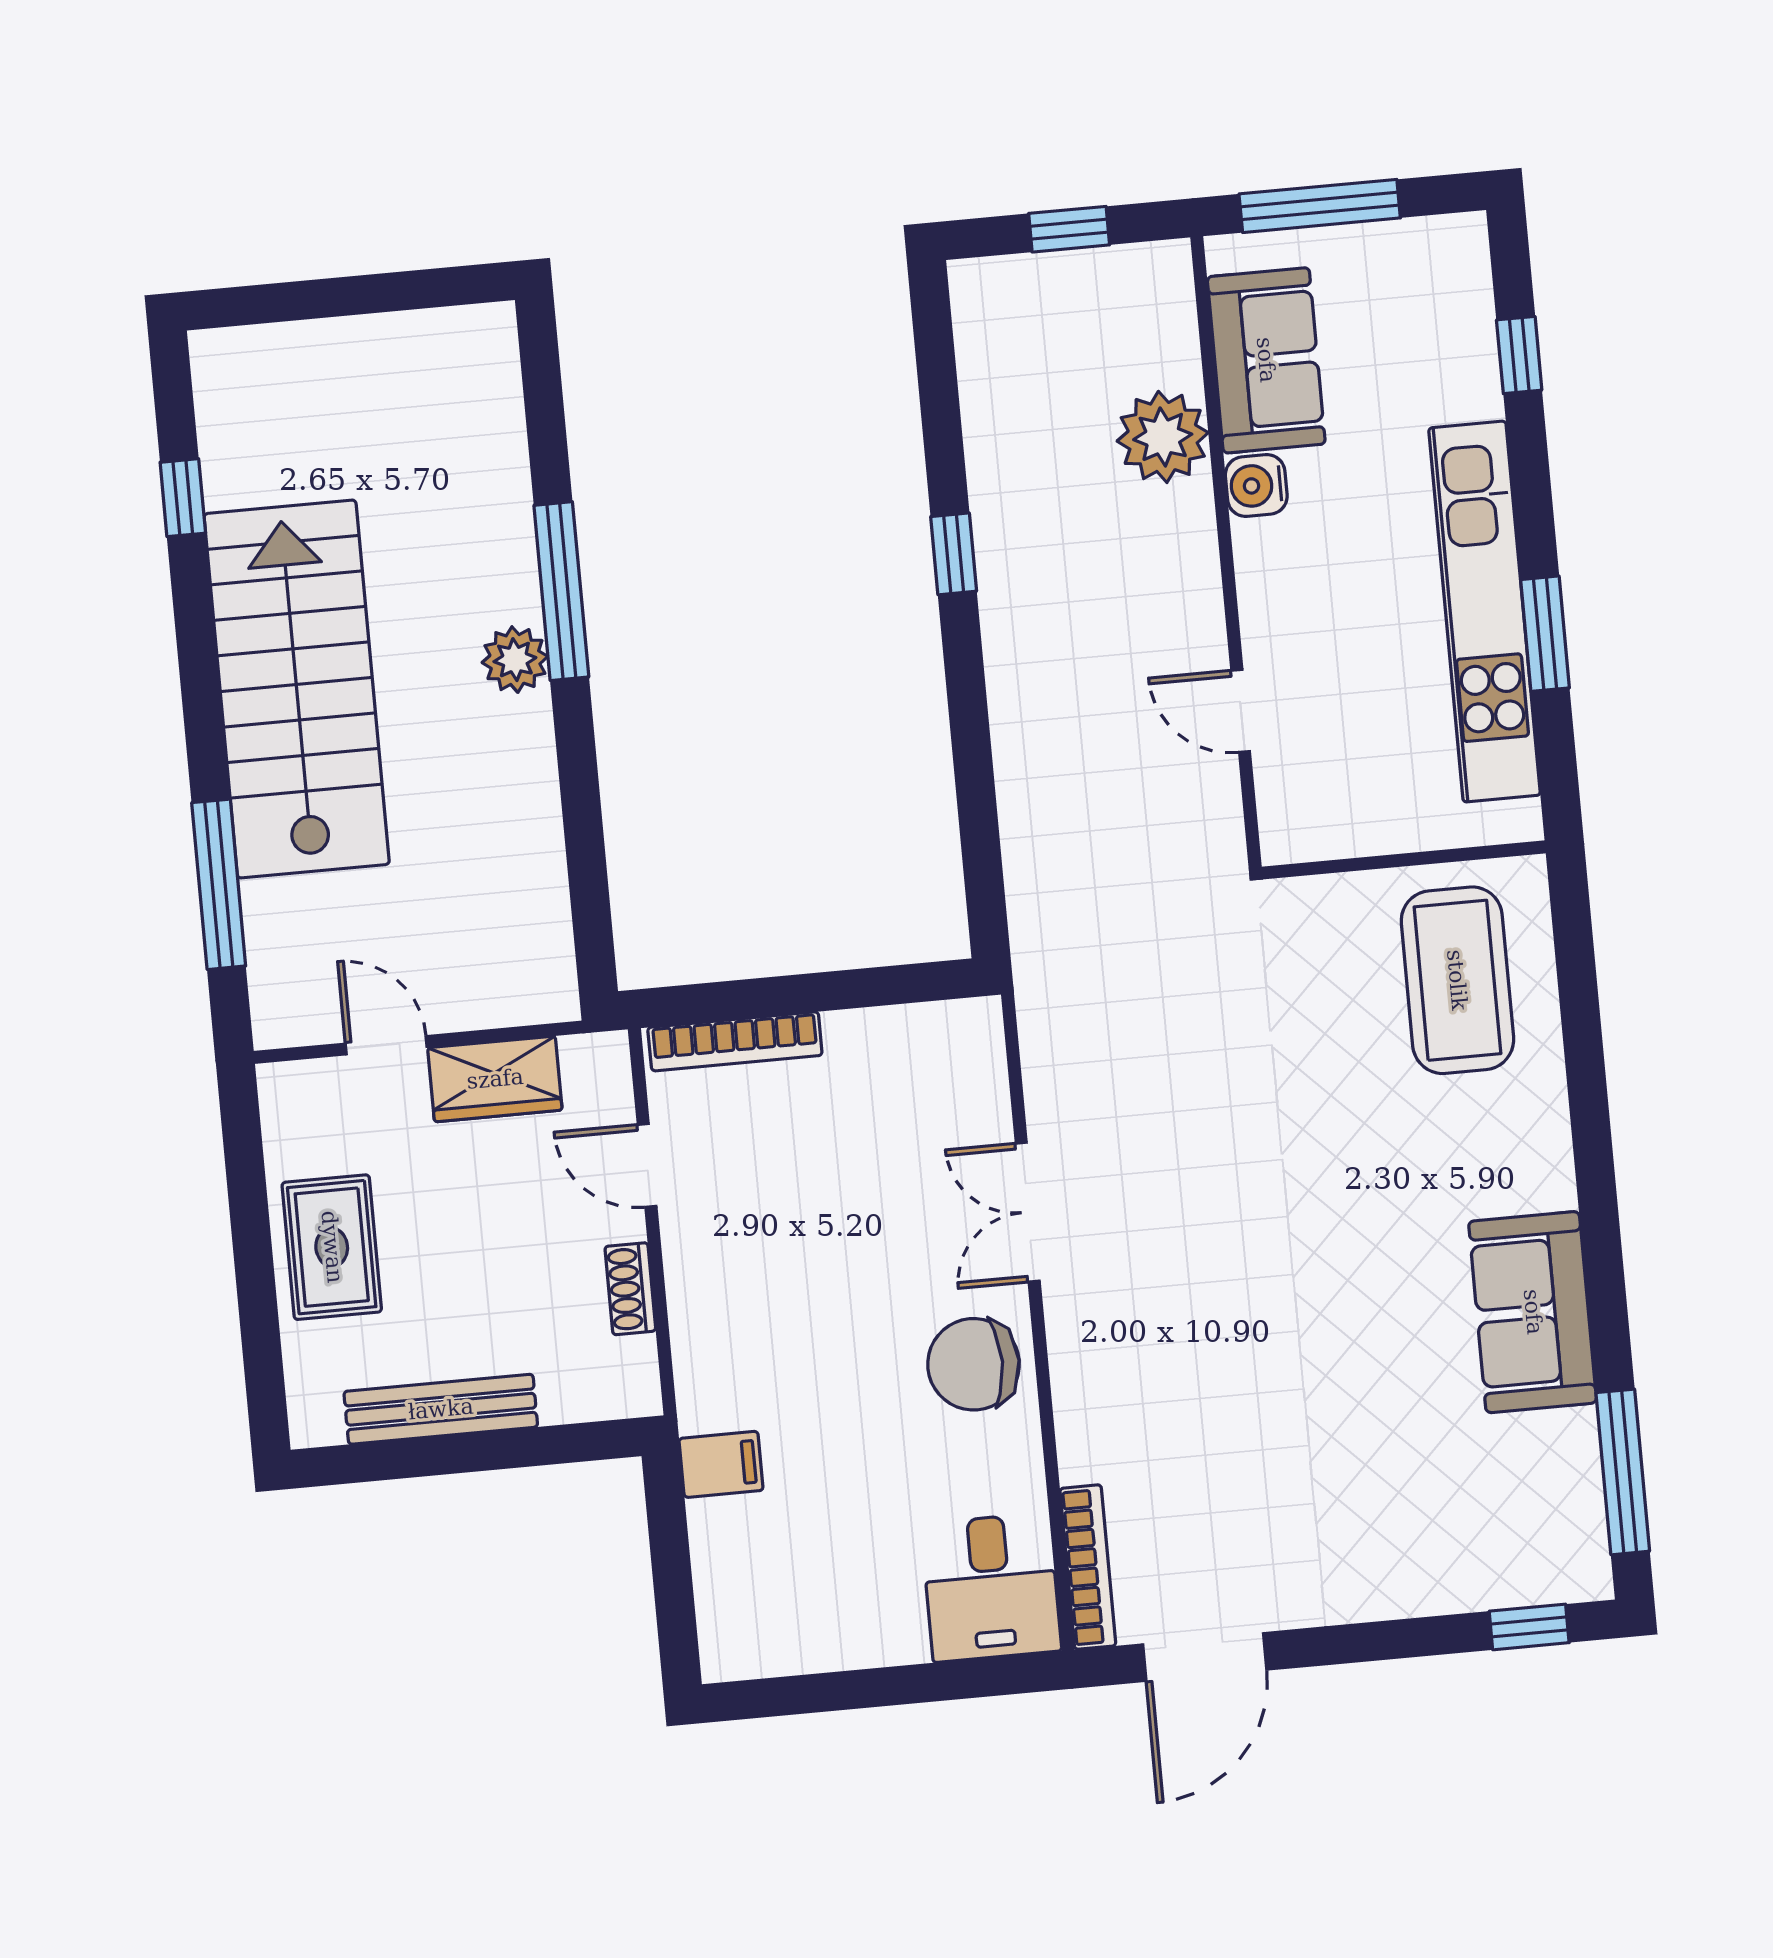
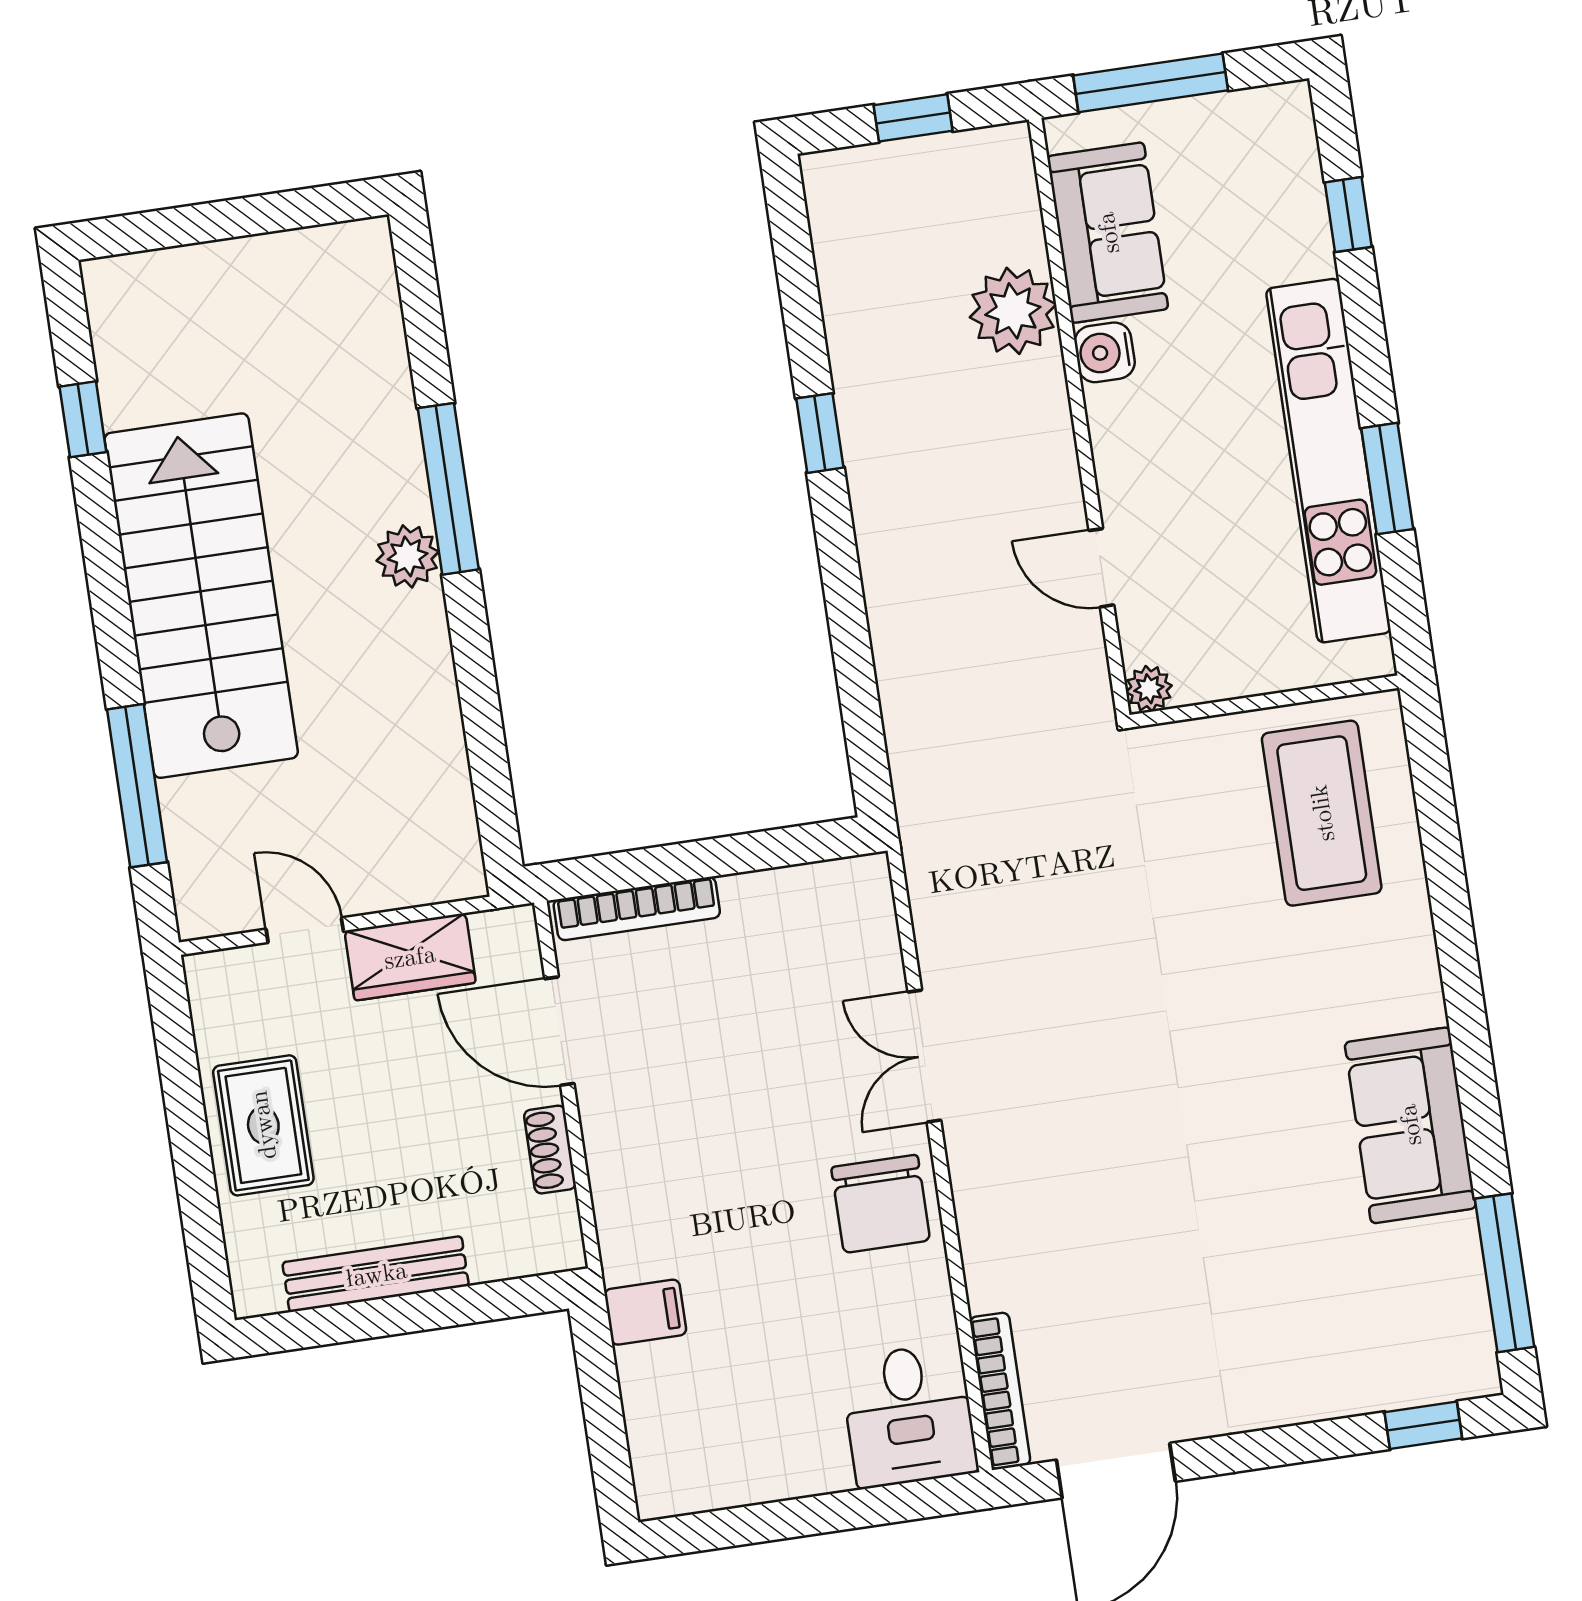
plant: (1284, 840) -> (1149, 689), added
door: (647, 1165) -> (559, 1031), width x1.38
chair: (973, 1364) -> (881, 1204), turned -90

